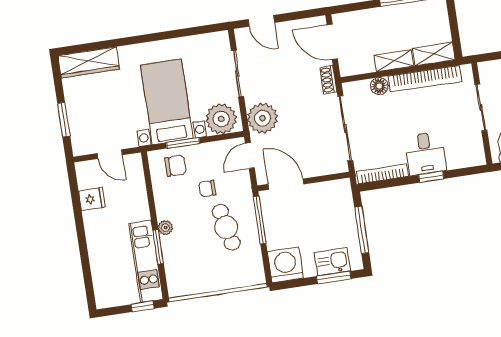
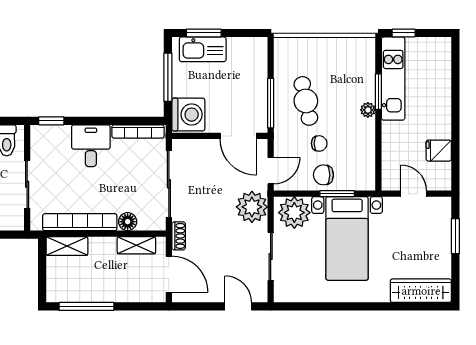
shelving: (394, 61) -> (136, 245), moved
chair: (175, 166) -> (323, 175), moved
window: (431, 177) -> (51, 121), moved
kitchen sink: (332, 262) -> (203, 49), width x1.38
washing machine: (285, 265) -> (188, 115), moved, turned -90

